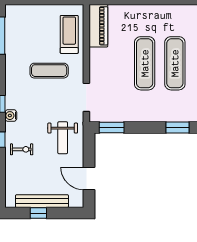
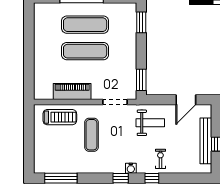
piano: (98, 26) -> (72, 92), moved
treadmill: (69, 34) -> (60, 117), turned 180

